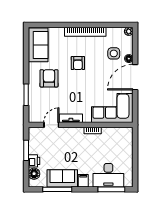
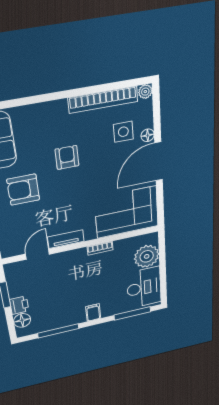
bookcase: (85, 32) -> (103, 100), moved
armchair: (78, 63) -> (67, 157), turned 180
armchair: (49, 78) -> (23, 190), turned -90
plant: (124, 145) -> (147, 256), added
desk: (108, 175) -> (144, 288), moved, turned -90
sofa: (62, 178) -> (63, 317), removed

